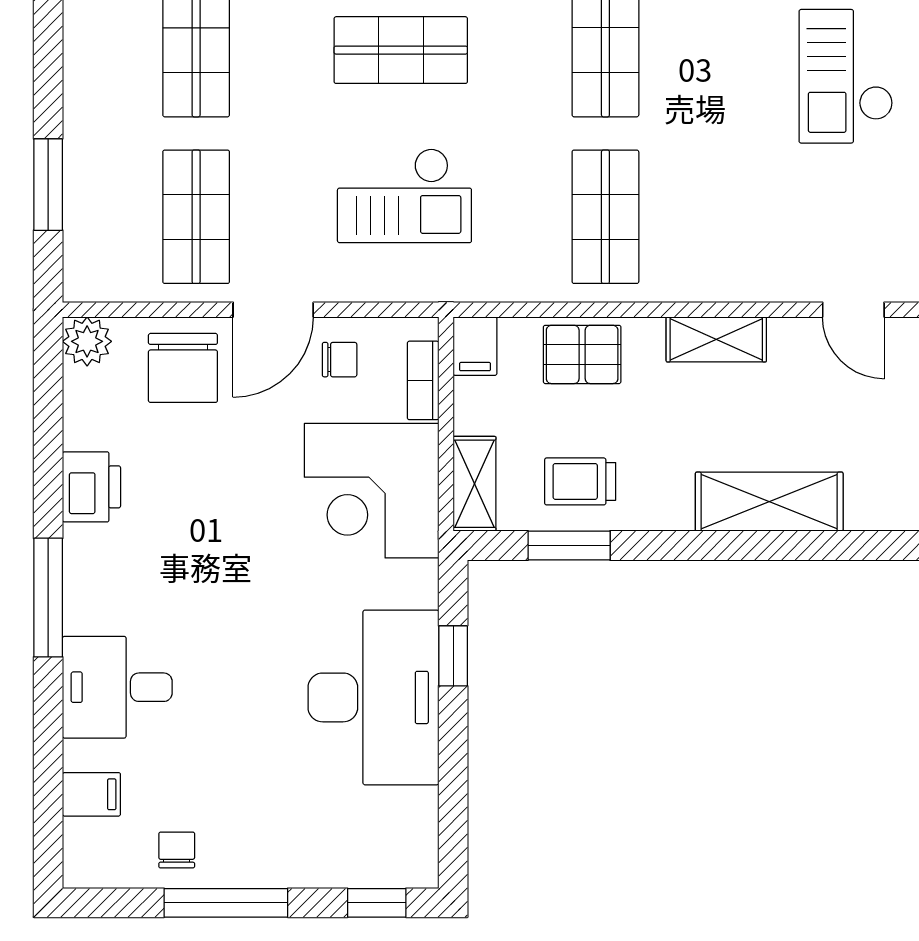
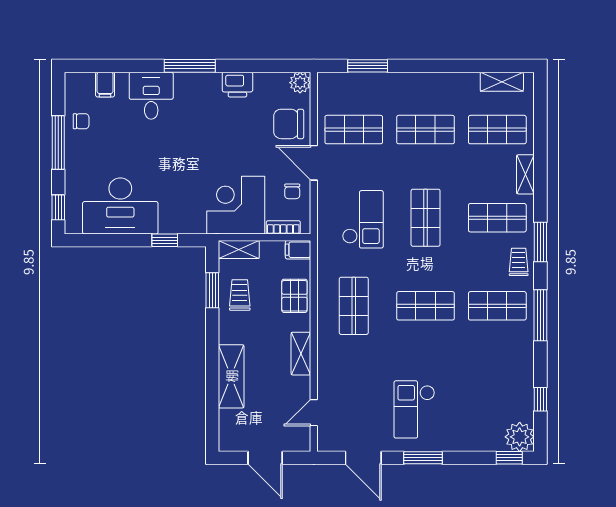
checkout: (846, 76) -> (414, 409), turned -90
checkout: (404, 196) -> (363, 219), turned 180
shop shelf: (605, 217) -> (354, 306), turned 90
desk: (373, 697) -> (120, 206), moved

